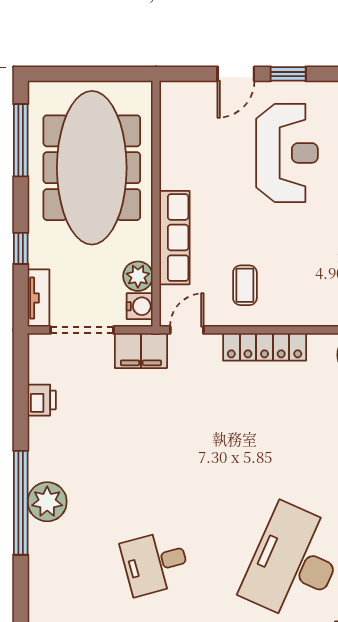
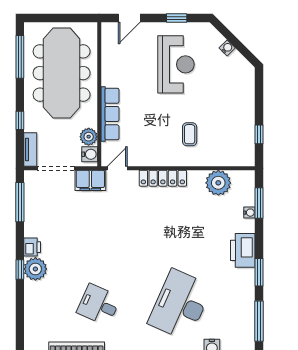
door: (236, 74) -> (129, 18), moved
coffee table: (245, 285) -> (190, 134), moved
window: (21, 388) -> (20, 202), added
printer: (42, 400) -> (32, 247), moved
window: (21, 503) -> (20, 270), width x0.32
desk: (155, 563) -> (99, 305), turned 39

